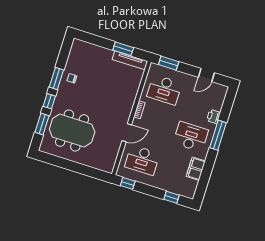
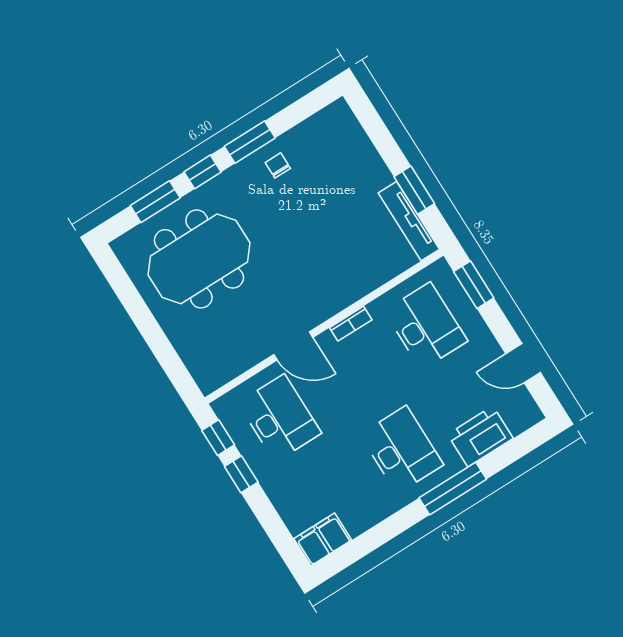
desk: (164, 90) -> (426, 326), turned 180
printer: (214, 117) -> (480, 436), width x1.87, depth x1.48
meeting table: (72, 131) -> (199, 259), turned 90
desk: (142, 160) -> (280, 418), turned 180
filing cabinet: (196, 169) -> (323, 539), moved
window: (172, 197) -> (241, 474), moved

